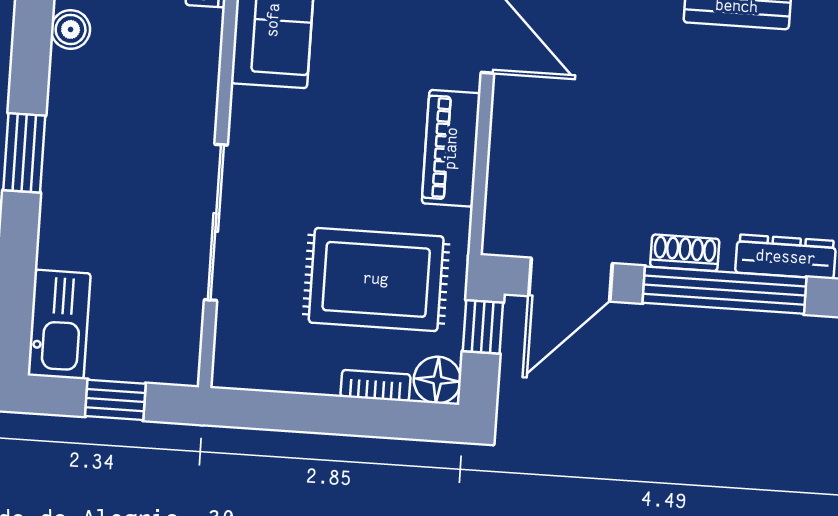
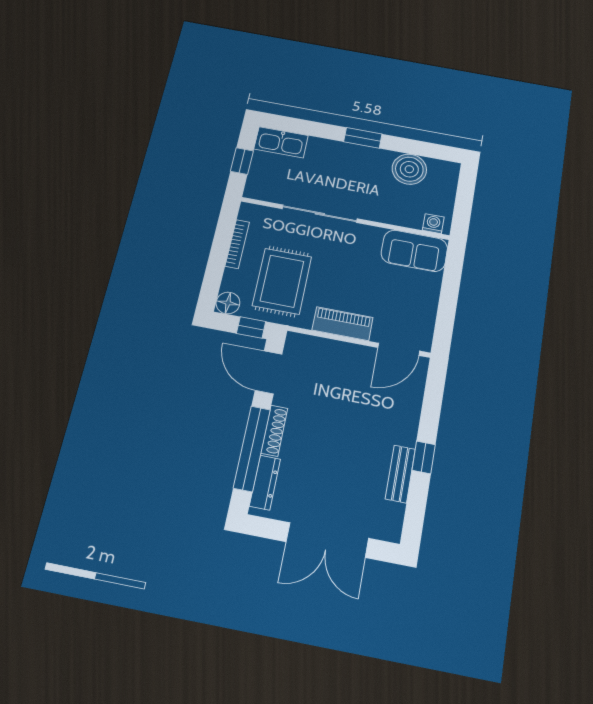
boiler: (71, 29) -> (409, 169), width x1.86, depth x1.86
shoe rack: (685, 253) -> (274, 431), width x1.43
bookcase: (375, 386) -> (237, 244), moved, width x1.56

